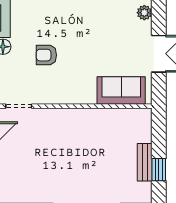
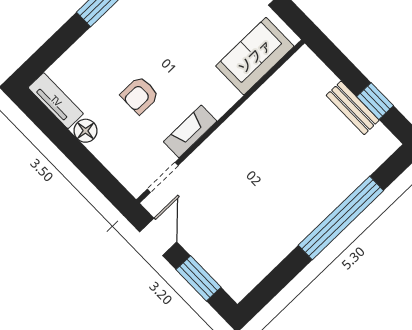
fireplace: (54, 97) -> (190, 131), added

